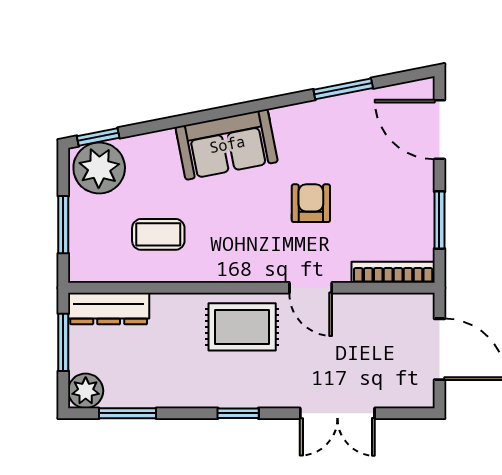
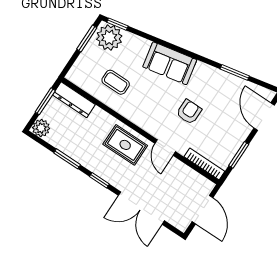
window: (63, 225) -> (87, 38), moved
window: (128, 413) -> (67, 159), moved
double door: (337, 413) -> (141, 208), width x1.37

